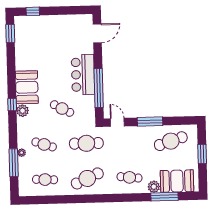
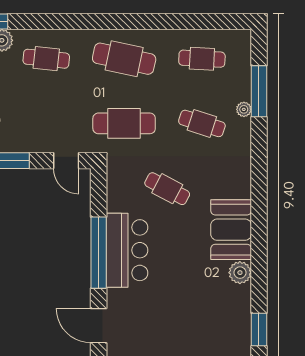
door: (97, 33) -> (99, 326), hinge flipped
window: (99, 88) -> (99, 253), moved
window: (12, 105) -> (259, 198), removed
plant: (23, 111) -> (240, 273), moved
cafe table: (87, 178) -> (124, 59), turned 36

